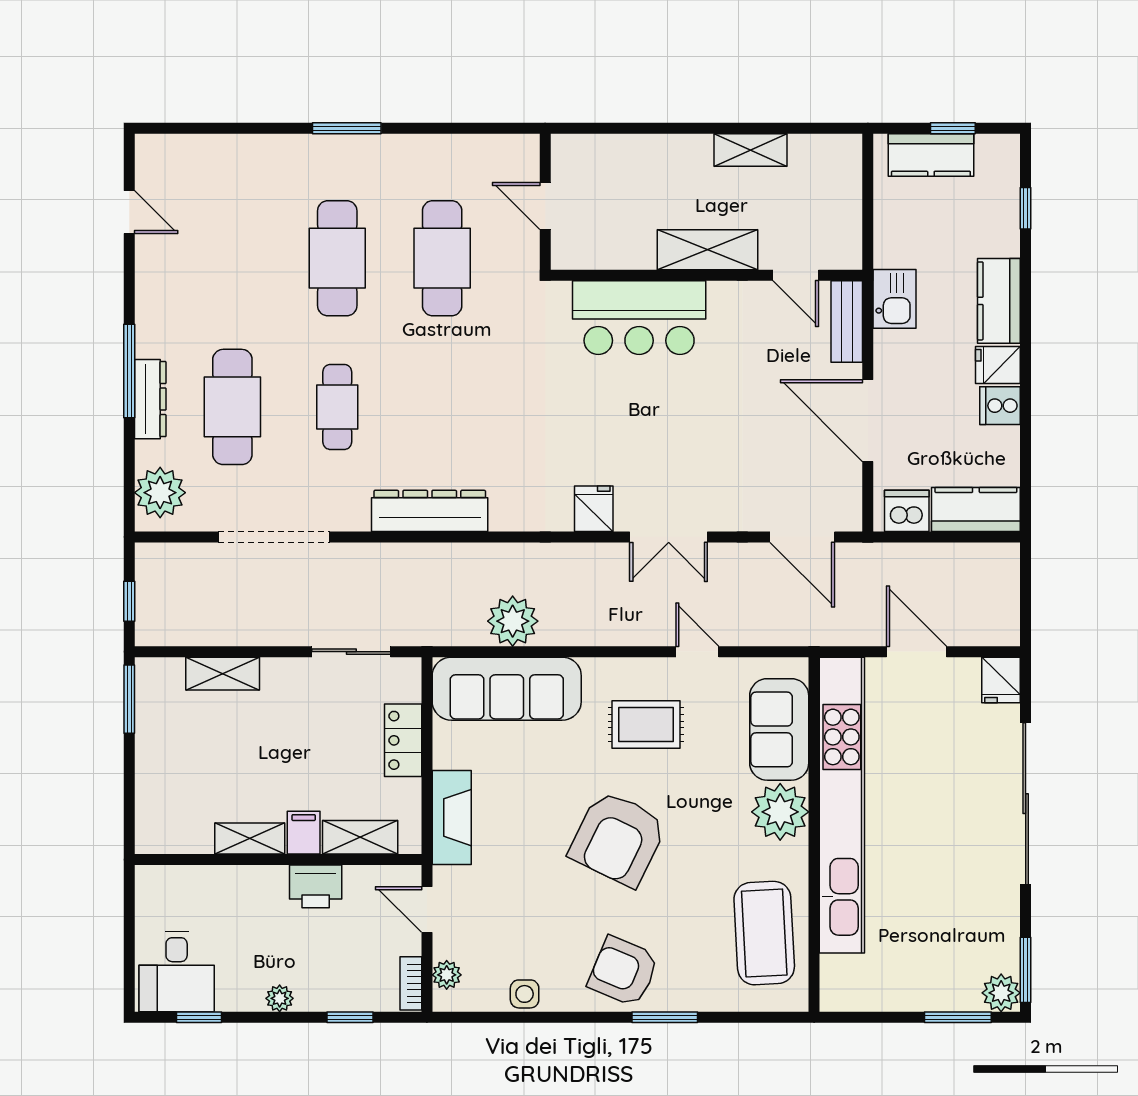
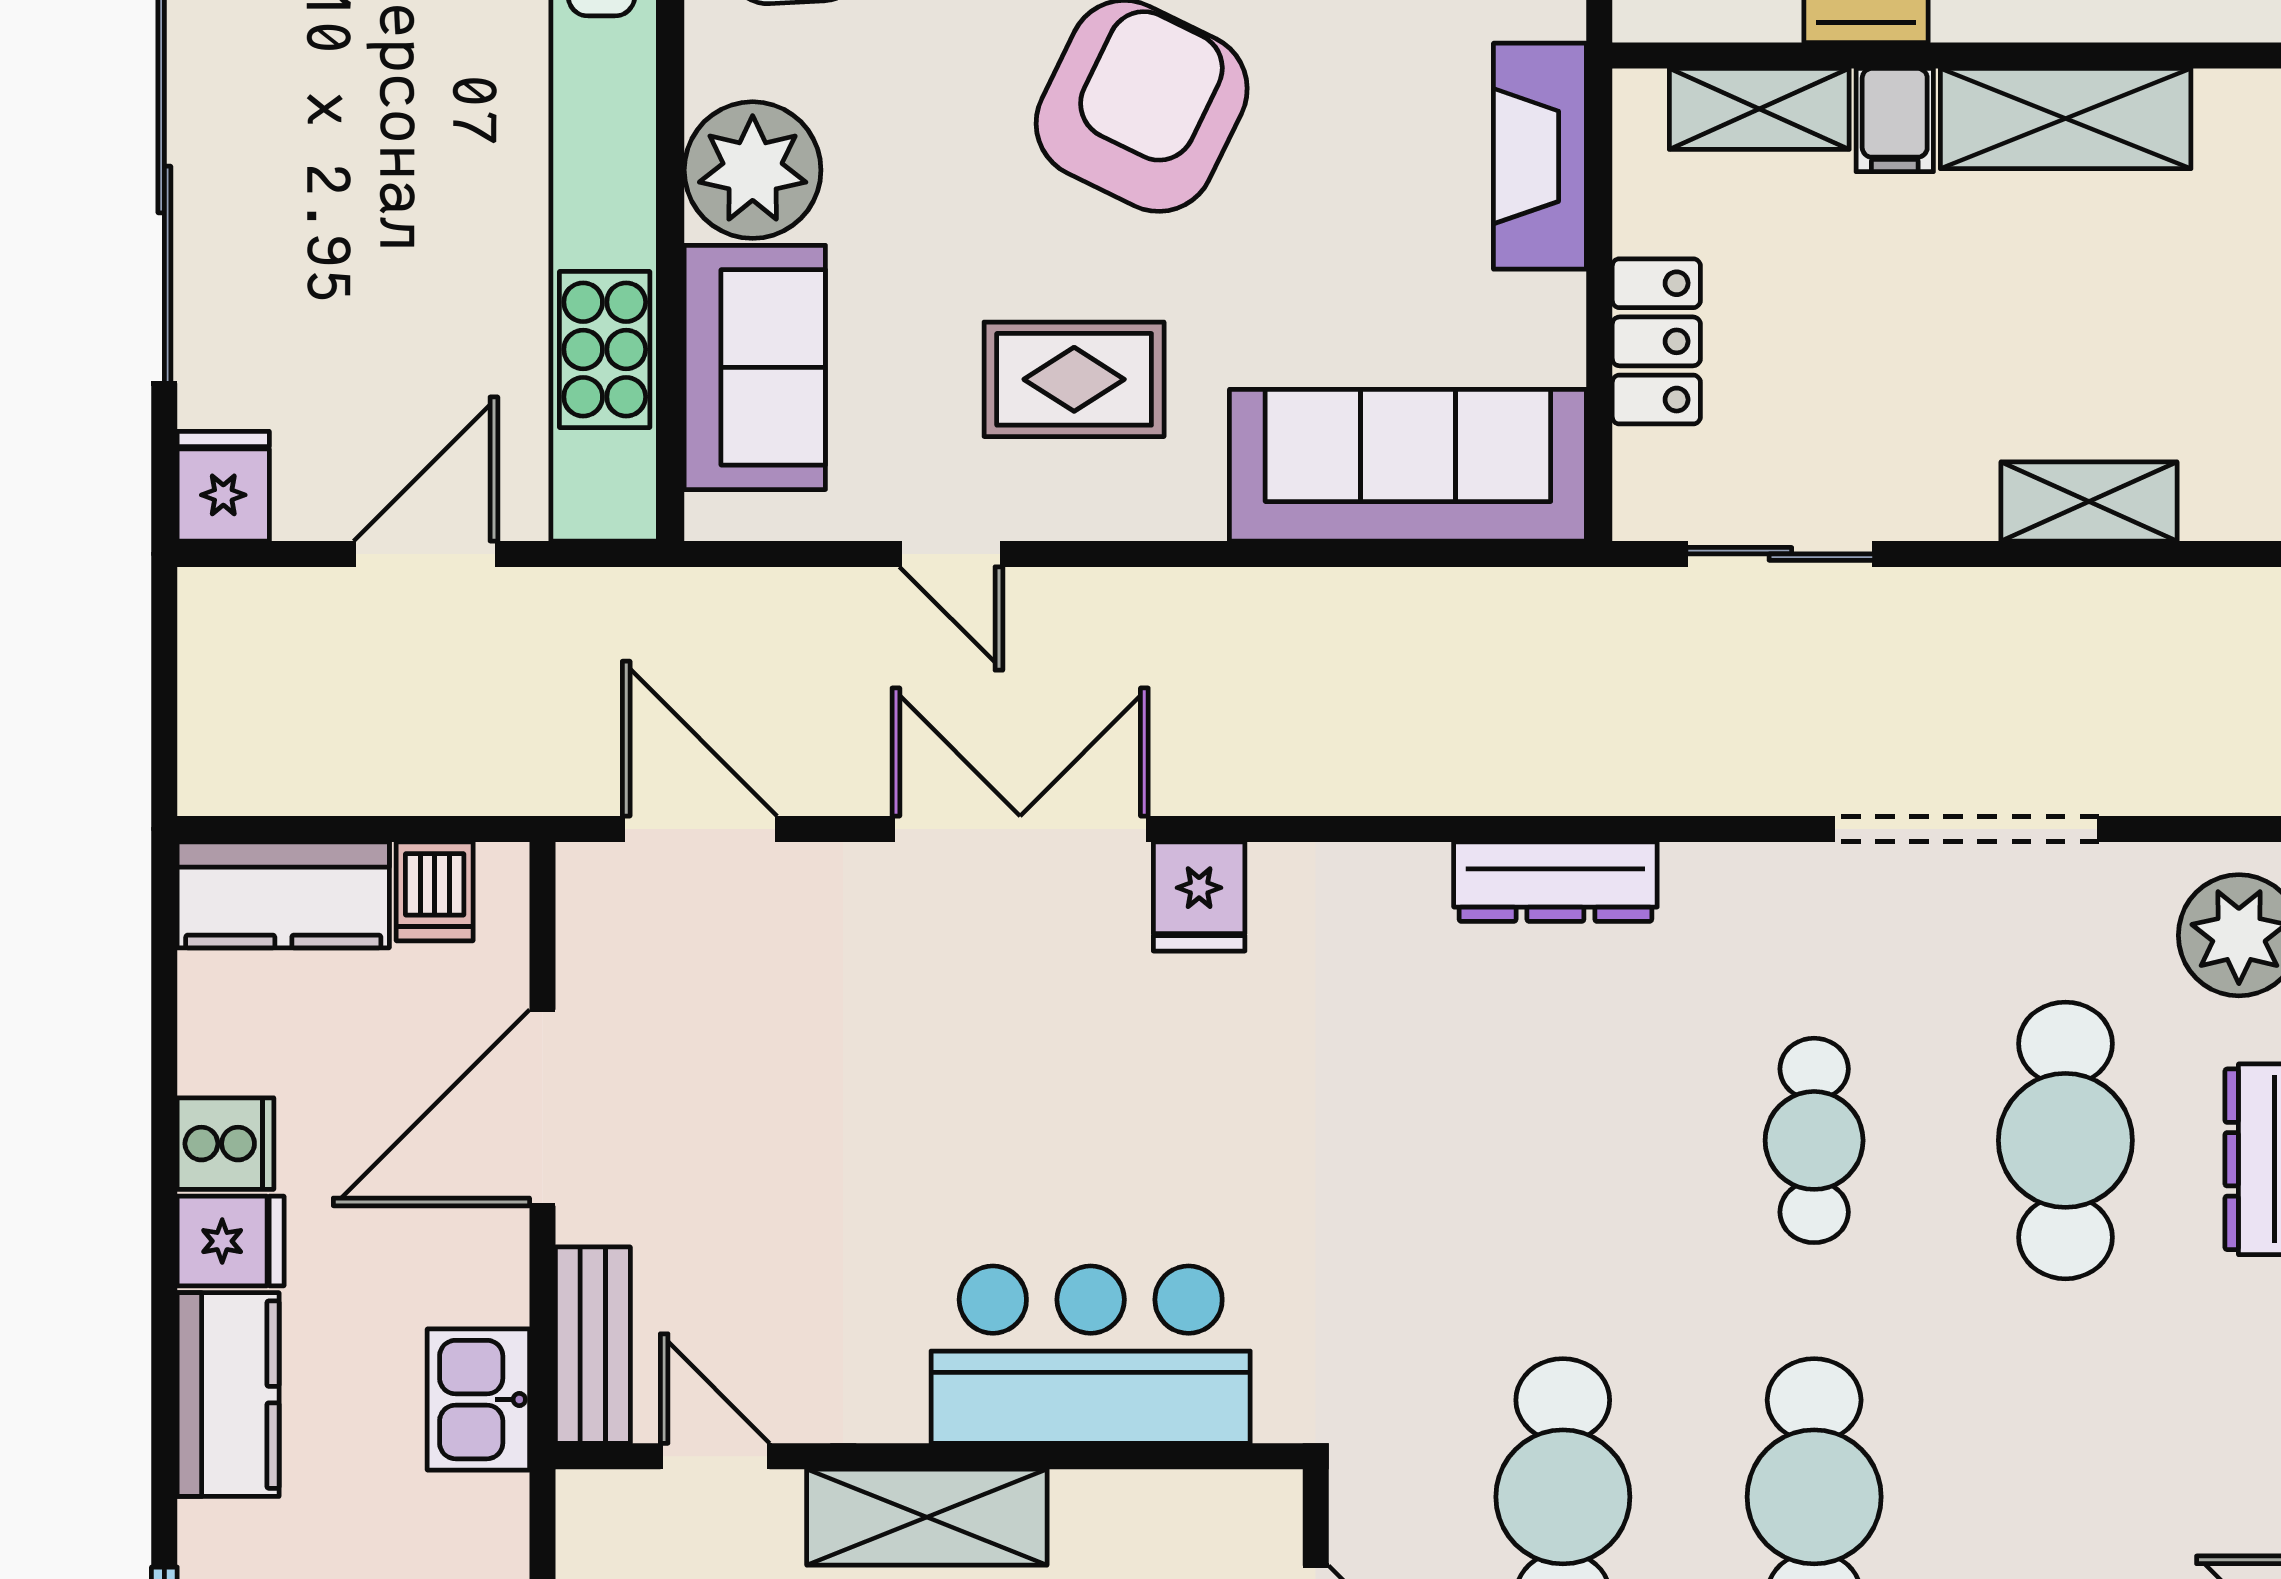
door: (868, 421) -> (542, 1108), swing flipped
dresser: (430, 511) -> (1555, 882), width x0.73, depth x0.80
dishwasher: (907, 511) -> (435, 891), width x0.73
double door: (669, 537) -> (1020, 829), width x1.37
plant: (513, 621) -> (1394, 627), removed
door: (917, 652) -> (426, 554), swing flipped
shelving: (250, 839) -> (2066, 119), width x1.50, depth x1.33

